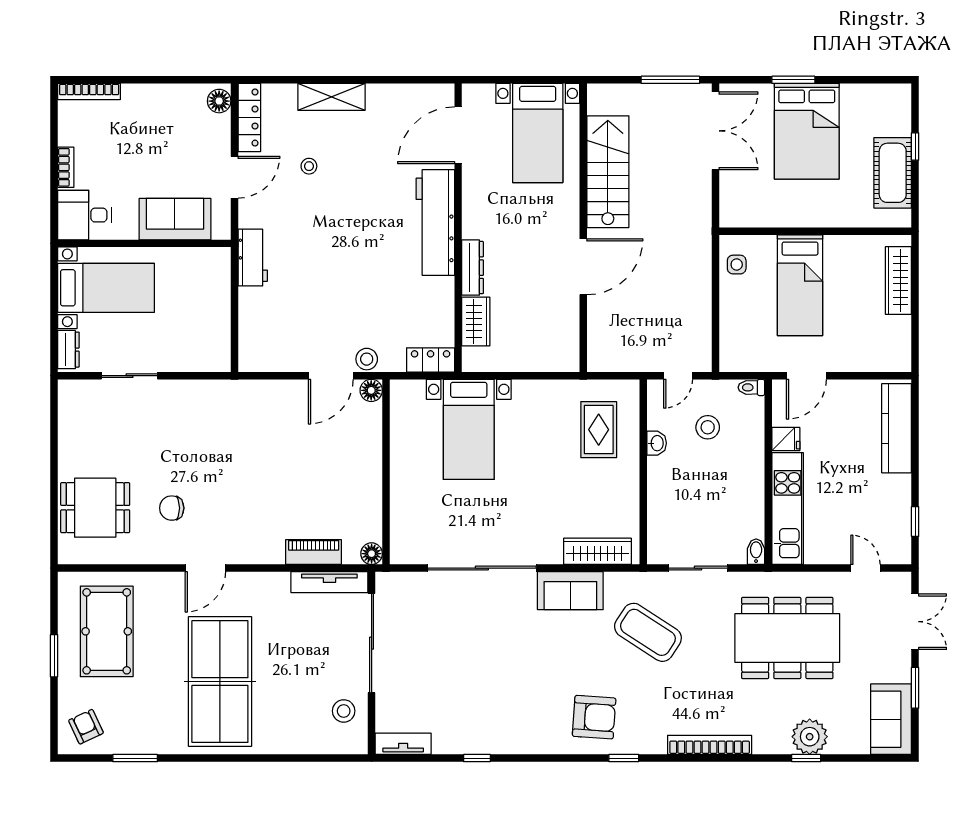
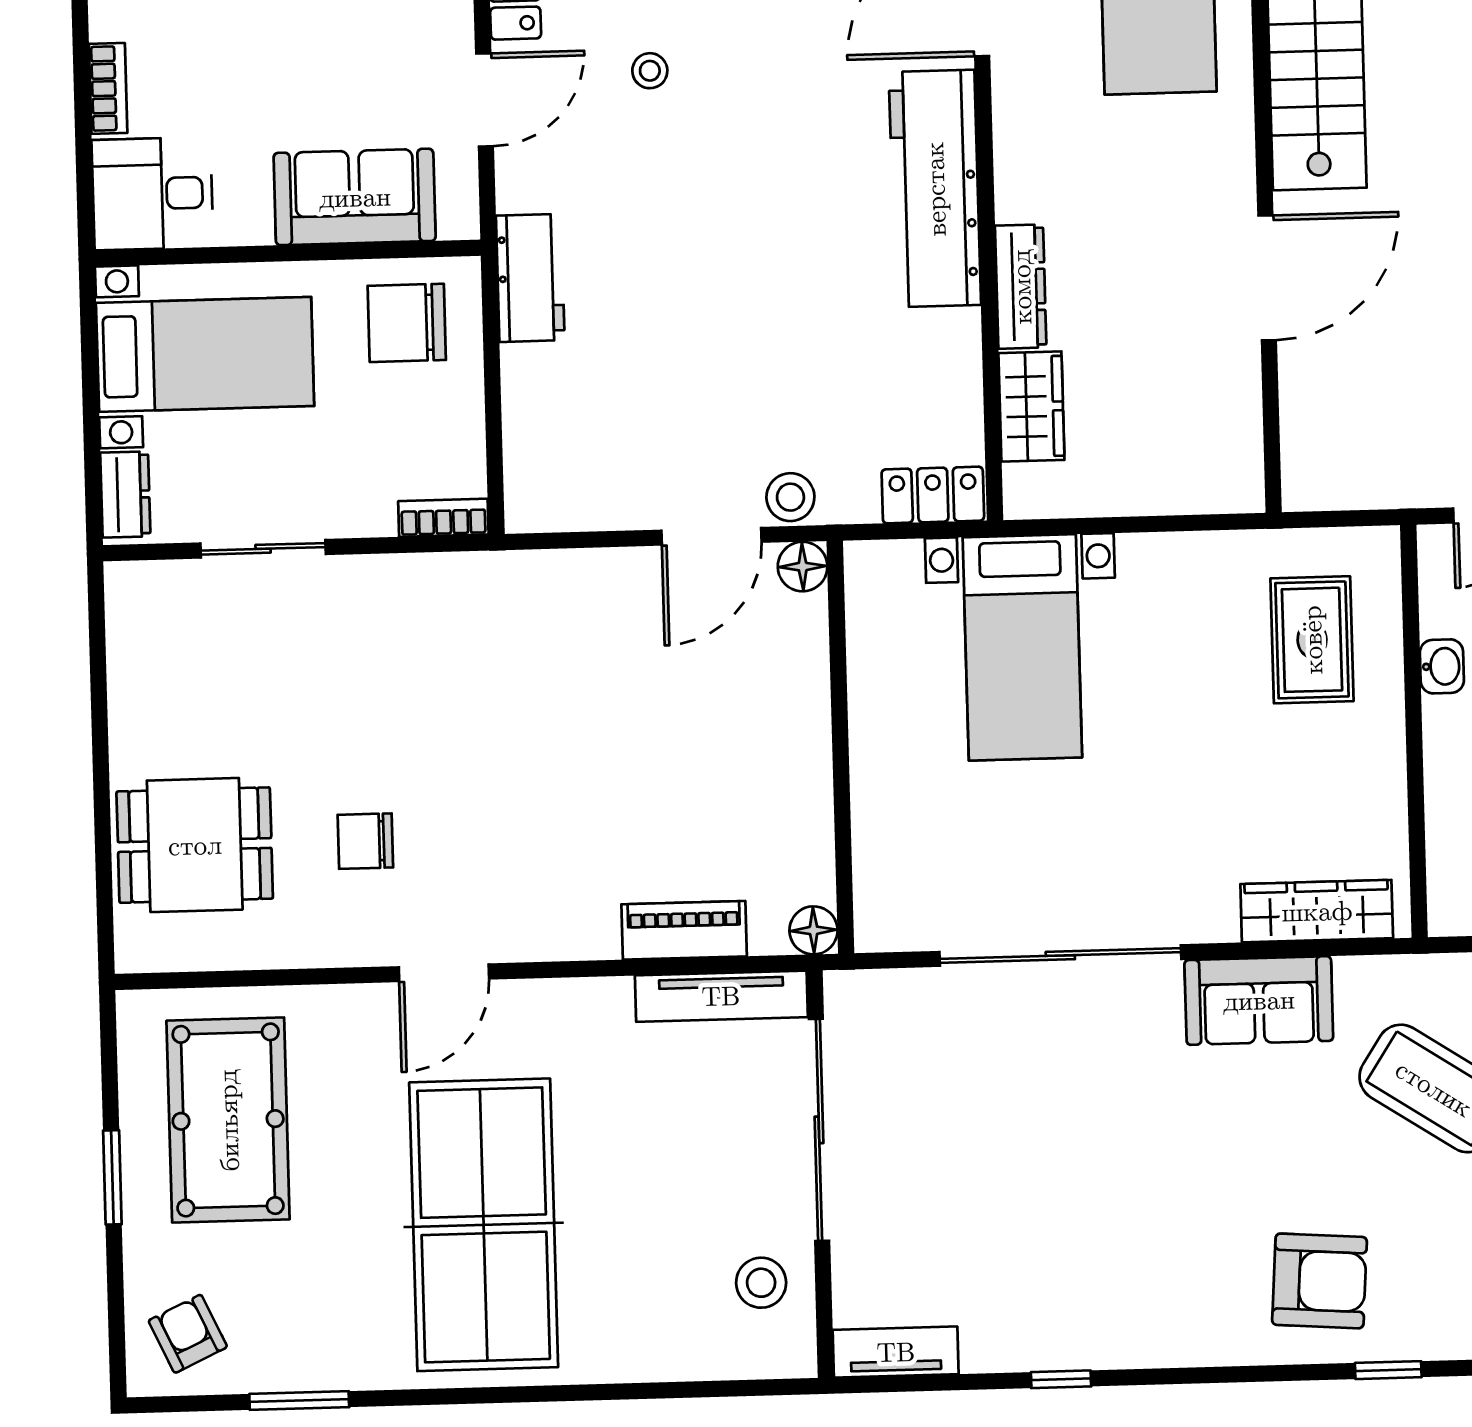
chair: (197, 276) -> (407, 323), added
bookcase: (211, 364) -> (443, 518), added

